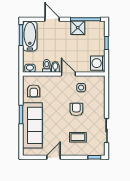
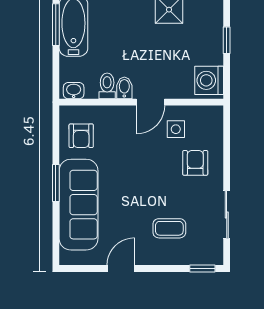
door: (68, 74) -> (150, 102), swing flipped
armchair: (76, 109) -> (195, 163), moved

